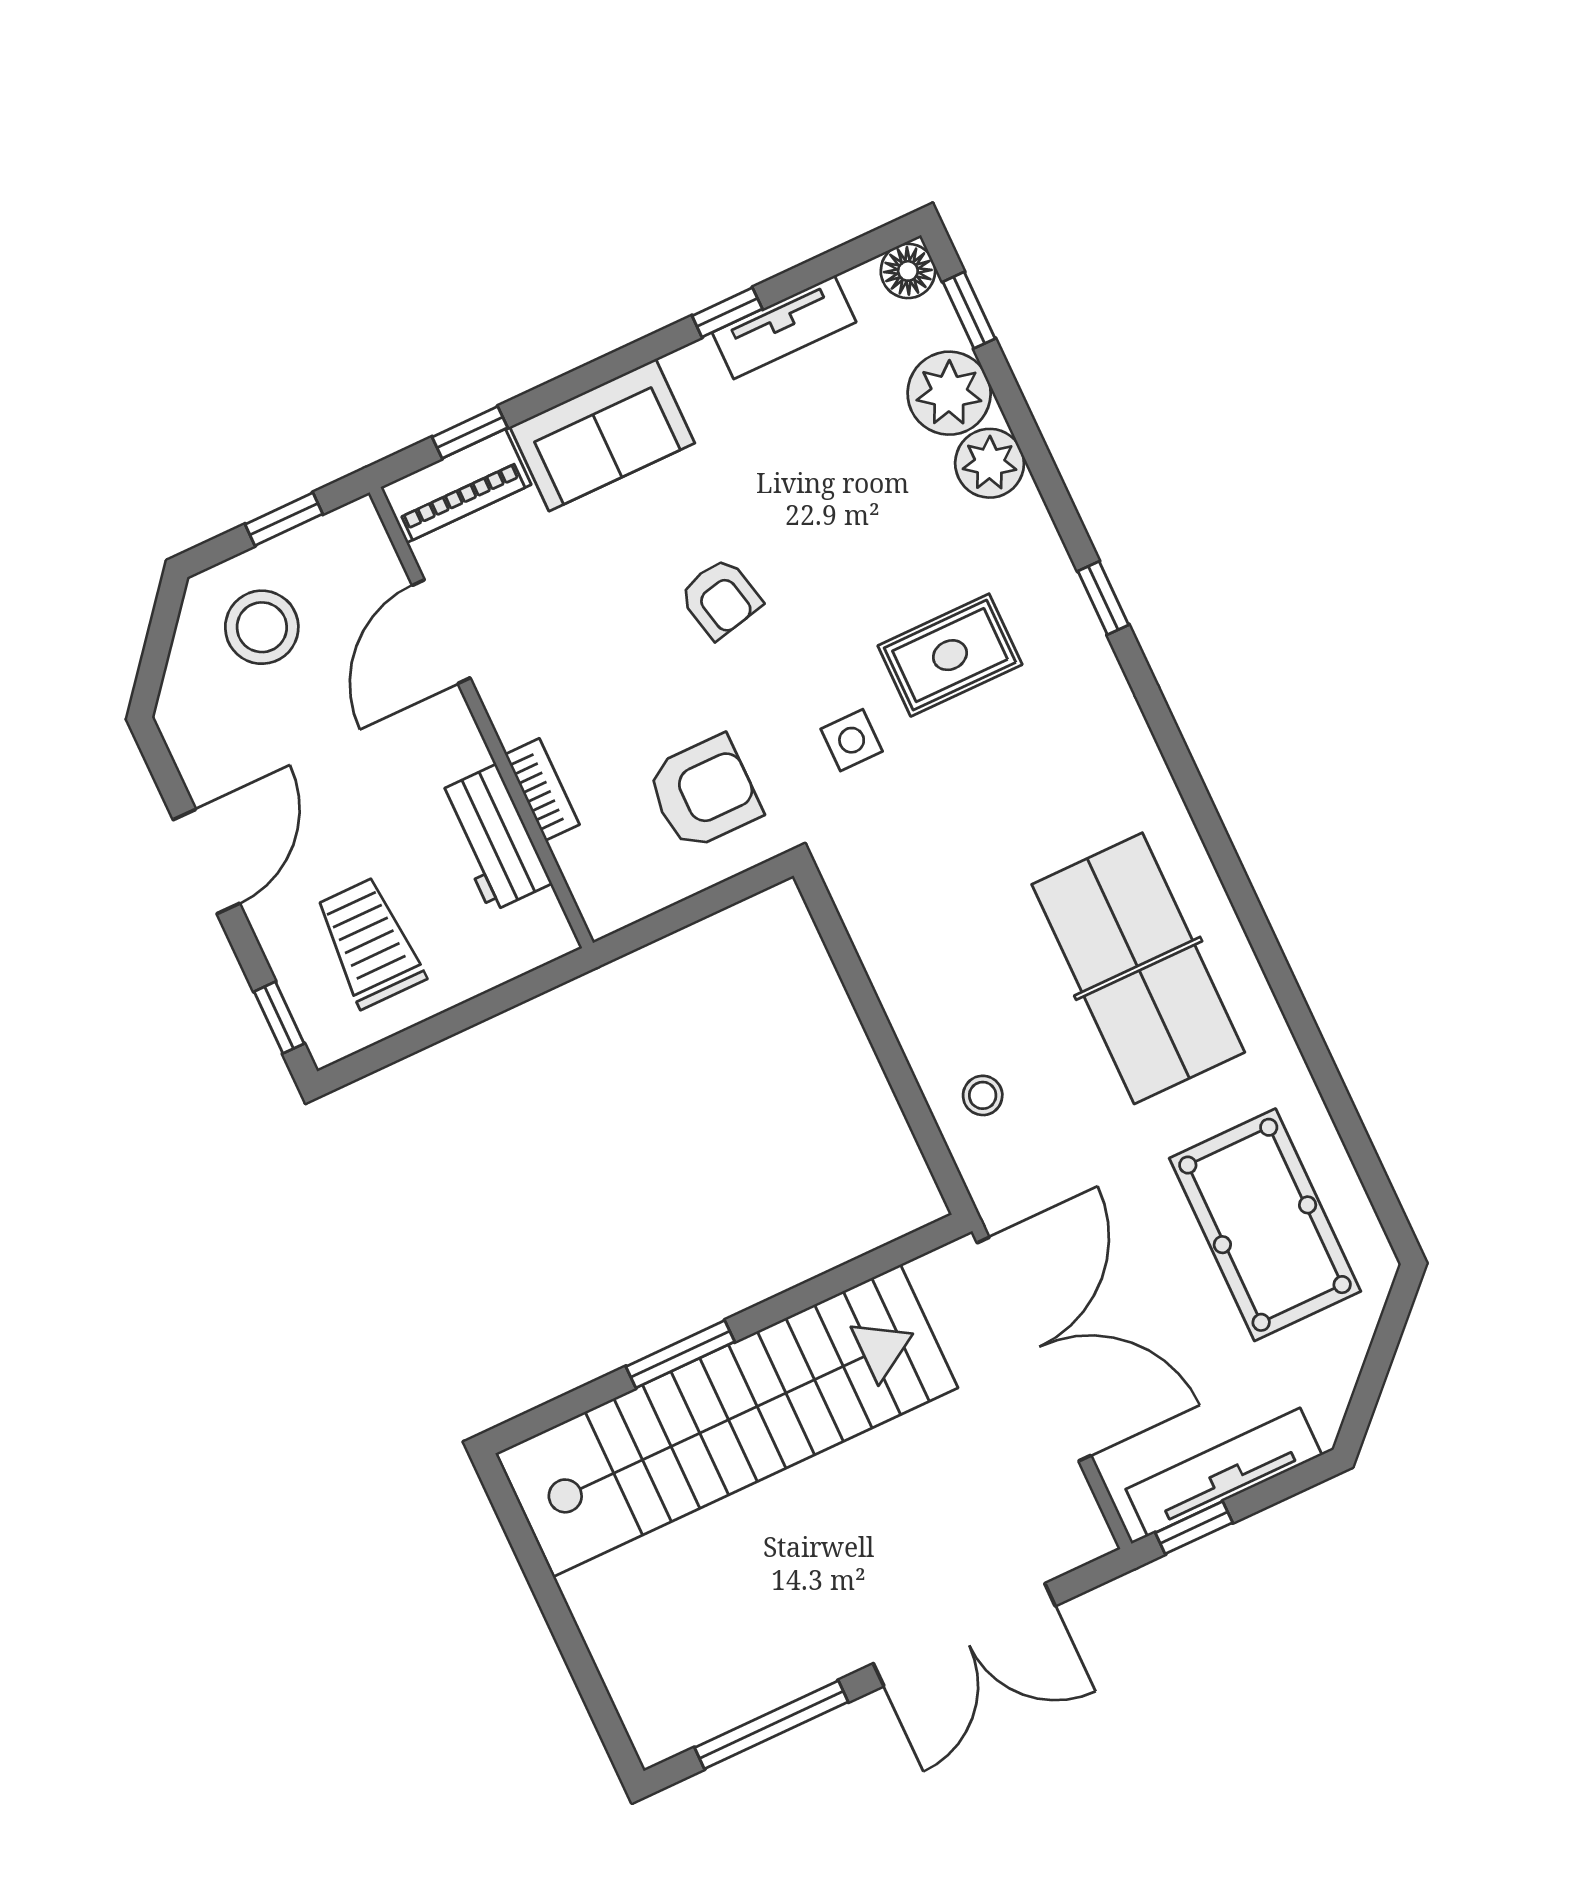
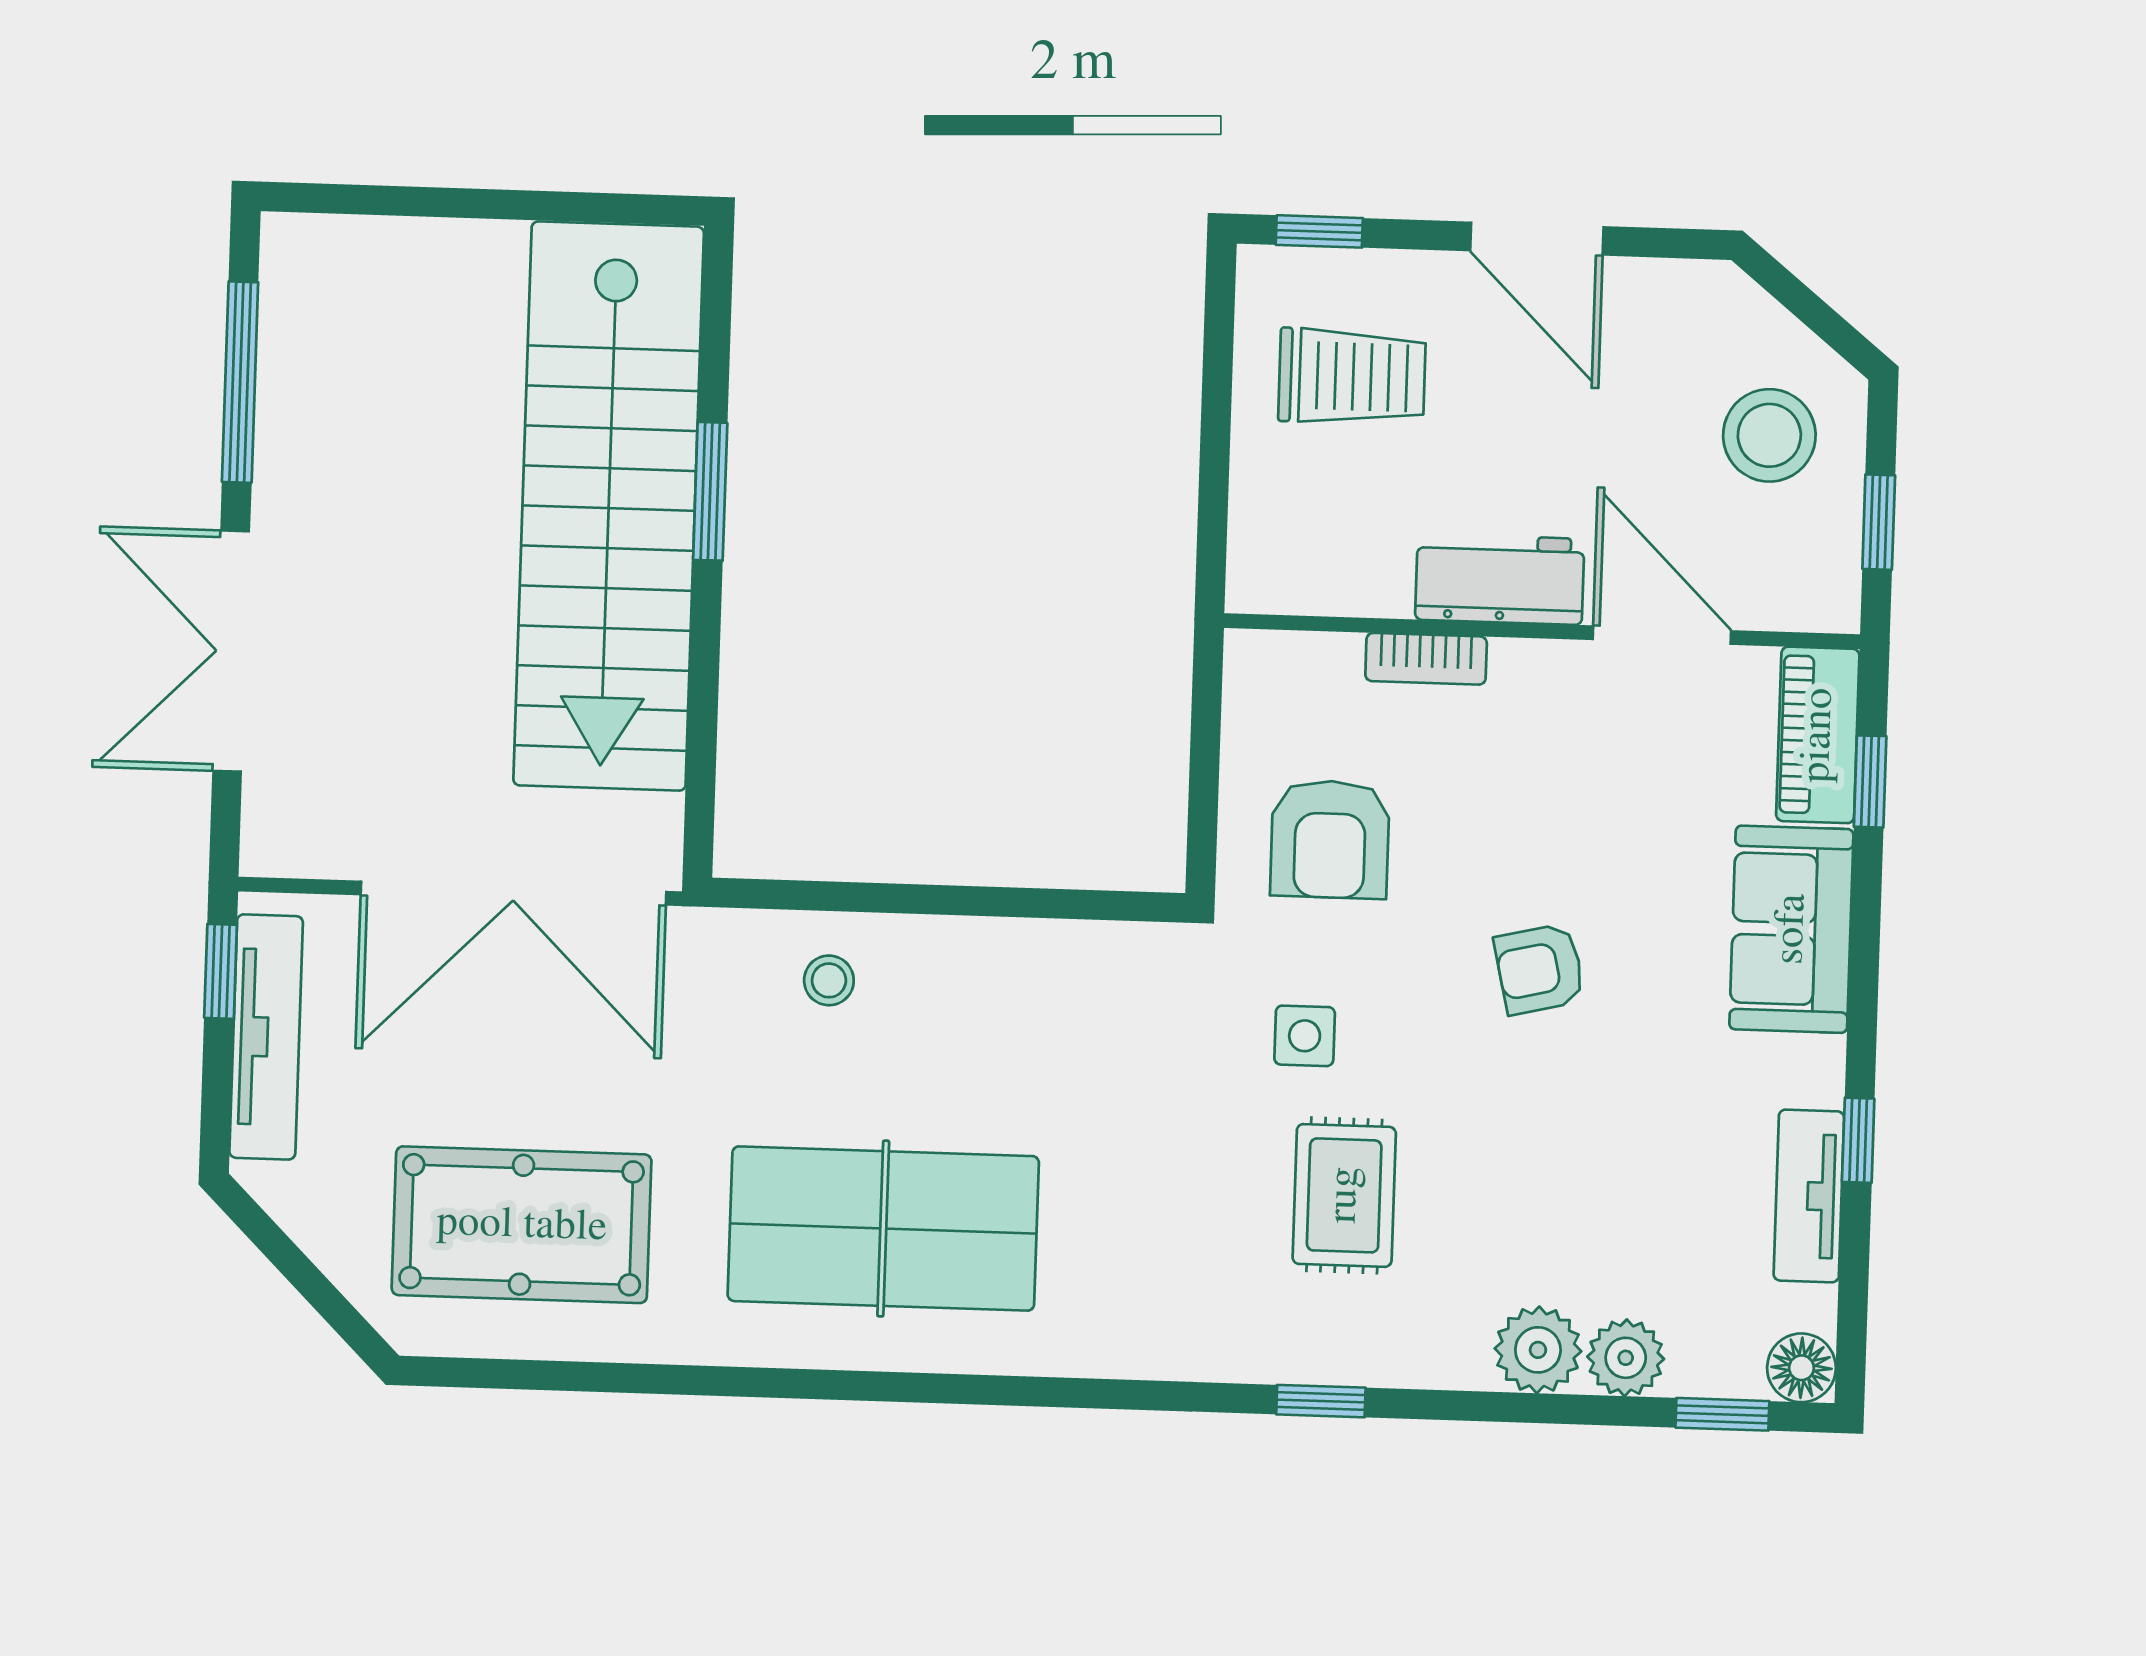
plant: (949, 393) -> (1626, 1358), width x0.73, depth x0.73
workbench: (493, 838) -> (1500, 579), moved

